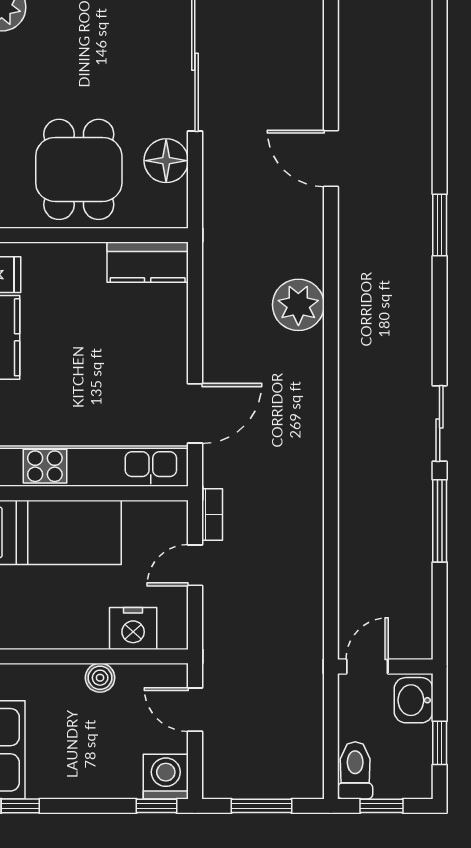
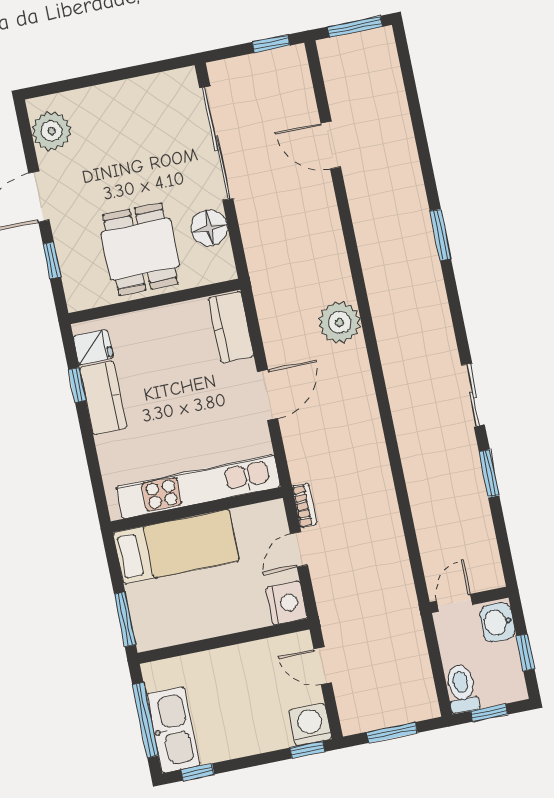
door: (331, 158) -> (331, 145), moved
kitchen counter: (148, 262) -> (231, 327), moved, turned 90
door: (195, 413) -> (268, 395), moved
window: (440, 521) -> (489, 473), width x0.69
nightstand: (133, 628) -> (286, 603), moved, turned -90
boiler: (100, 678) -> (241, 656), removed

